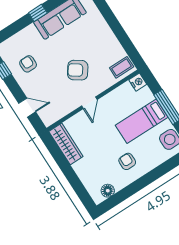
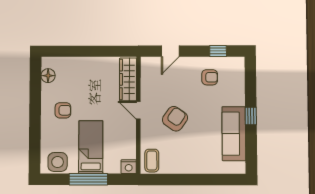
wardrobe: (66, 144) -> (128, 79), moved, turned 90

